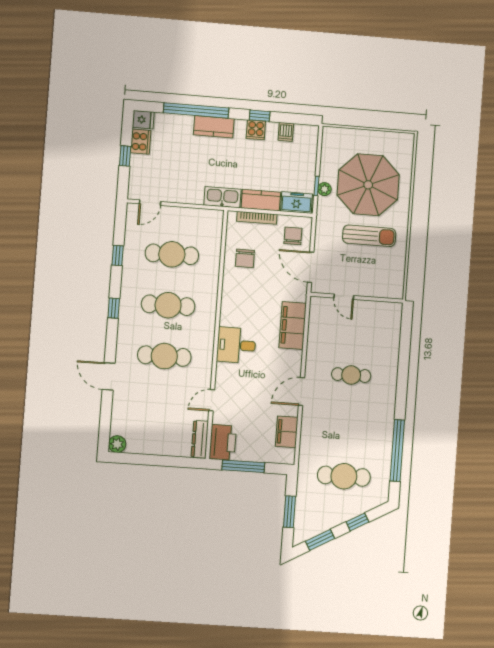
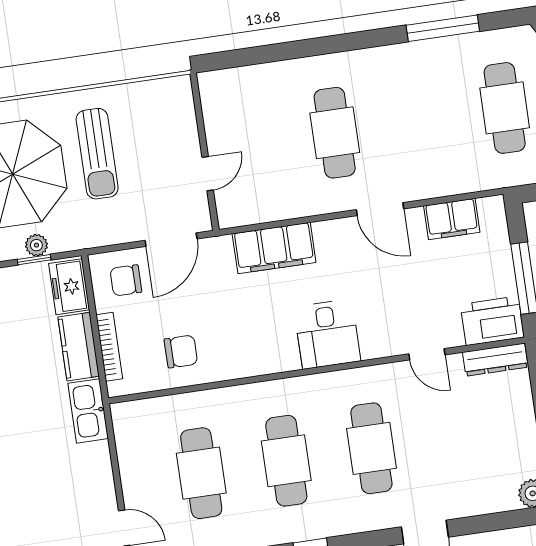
sun lounger: (369, 236) -> (97, 154), turned 180
cafe table: (351, 375) -> (335, 133), width x1.37, depth x1.35
window: (397, 451) -> (443, 28), width x0.68

